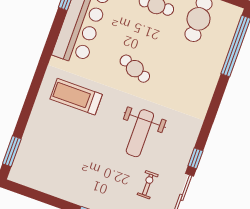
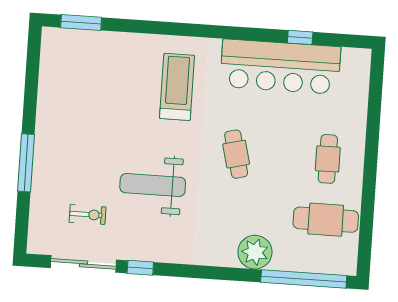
cafe table: (135, 69) -> (236, 154), turned -36
plant: (207, 75) -> (255, 252), added

